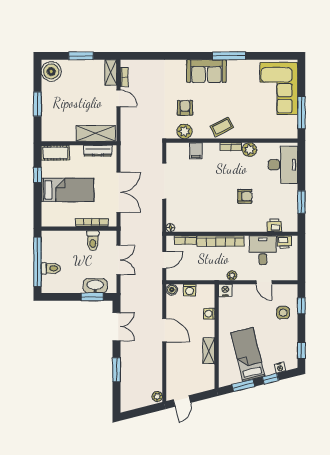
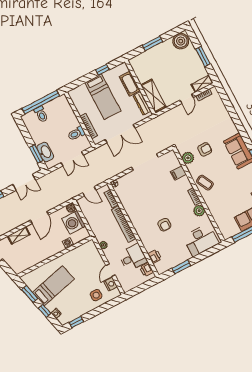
cot: (55, 153) -> (130, 84), moved
washing machine: (190, 290) -> (74, 222), width x1.89, depth x1.89
nightstand: (225, 290) -> (111, 284), moved
window: (301, 306) -> (108, 306), removed
shelving: (209, 351) -> (19, 235), moved

